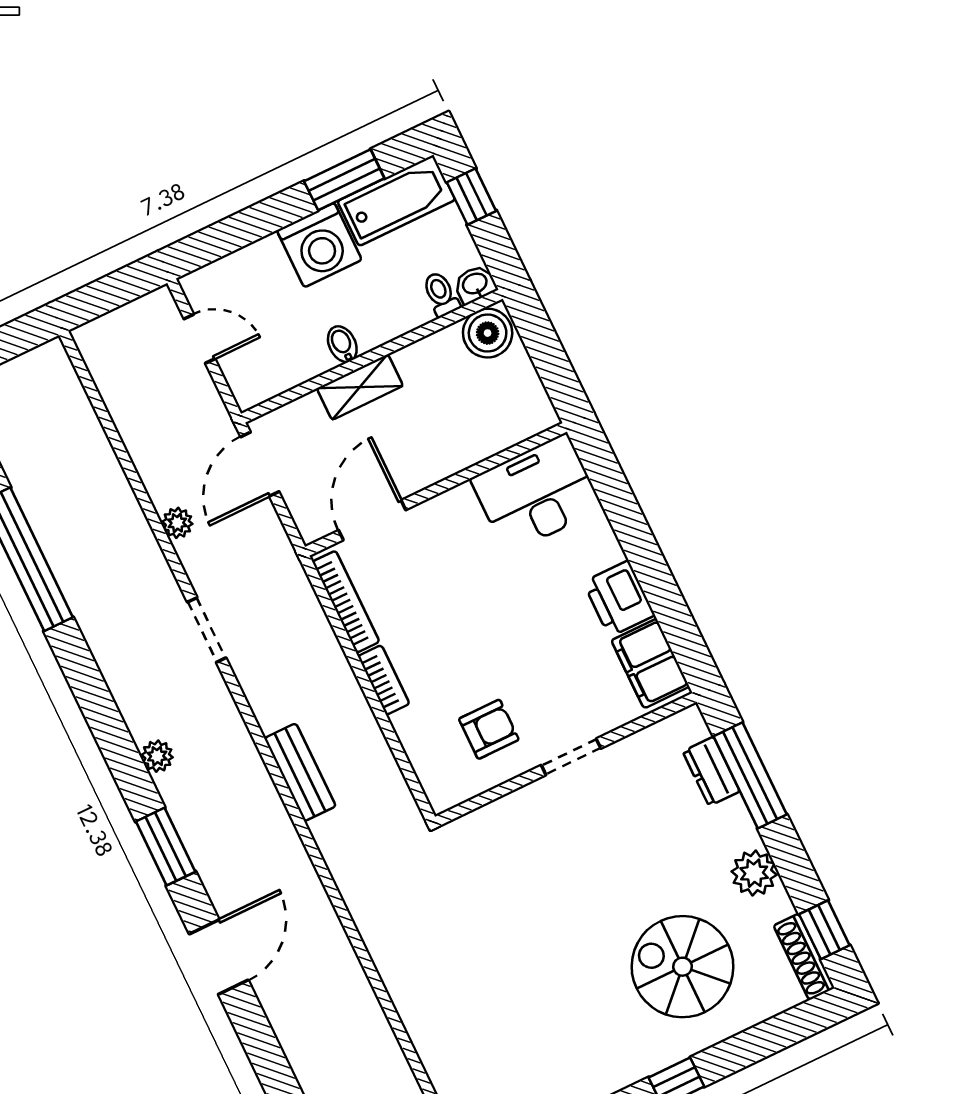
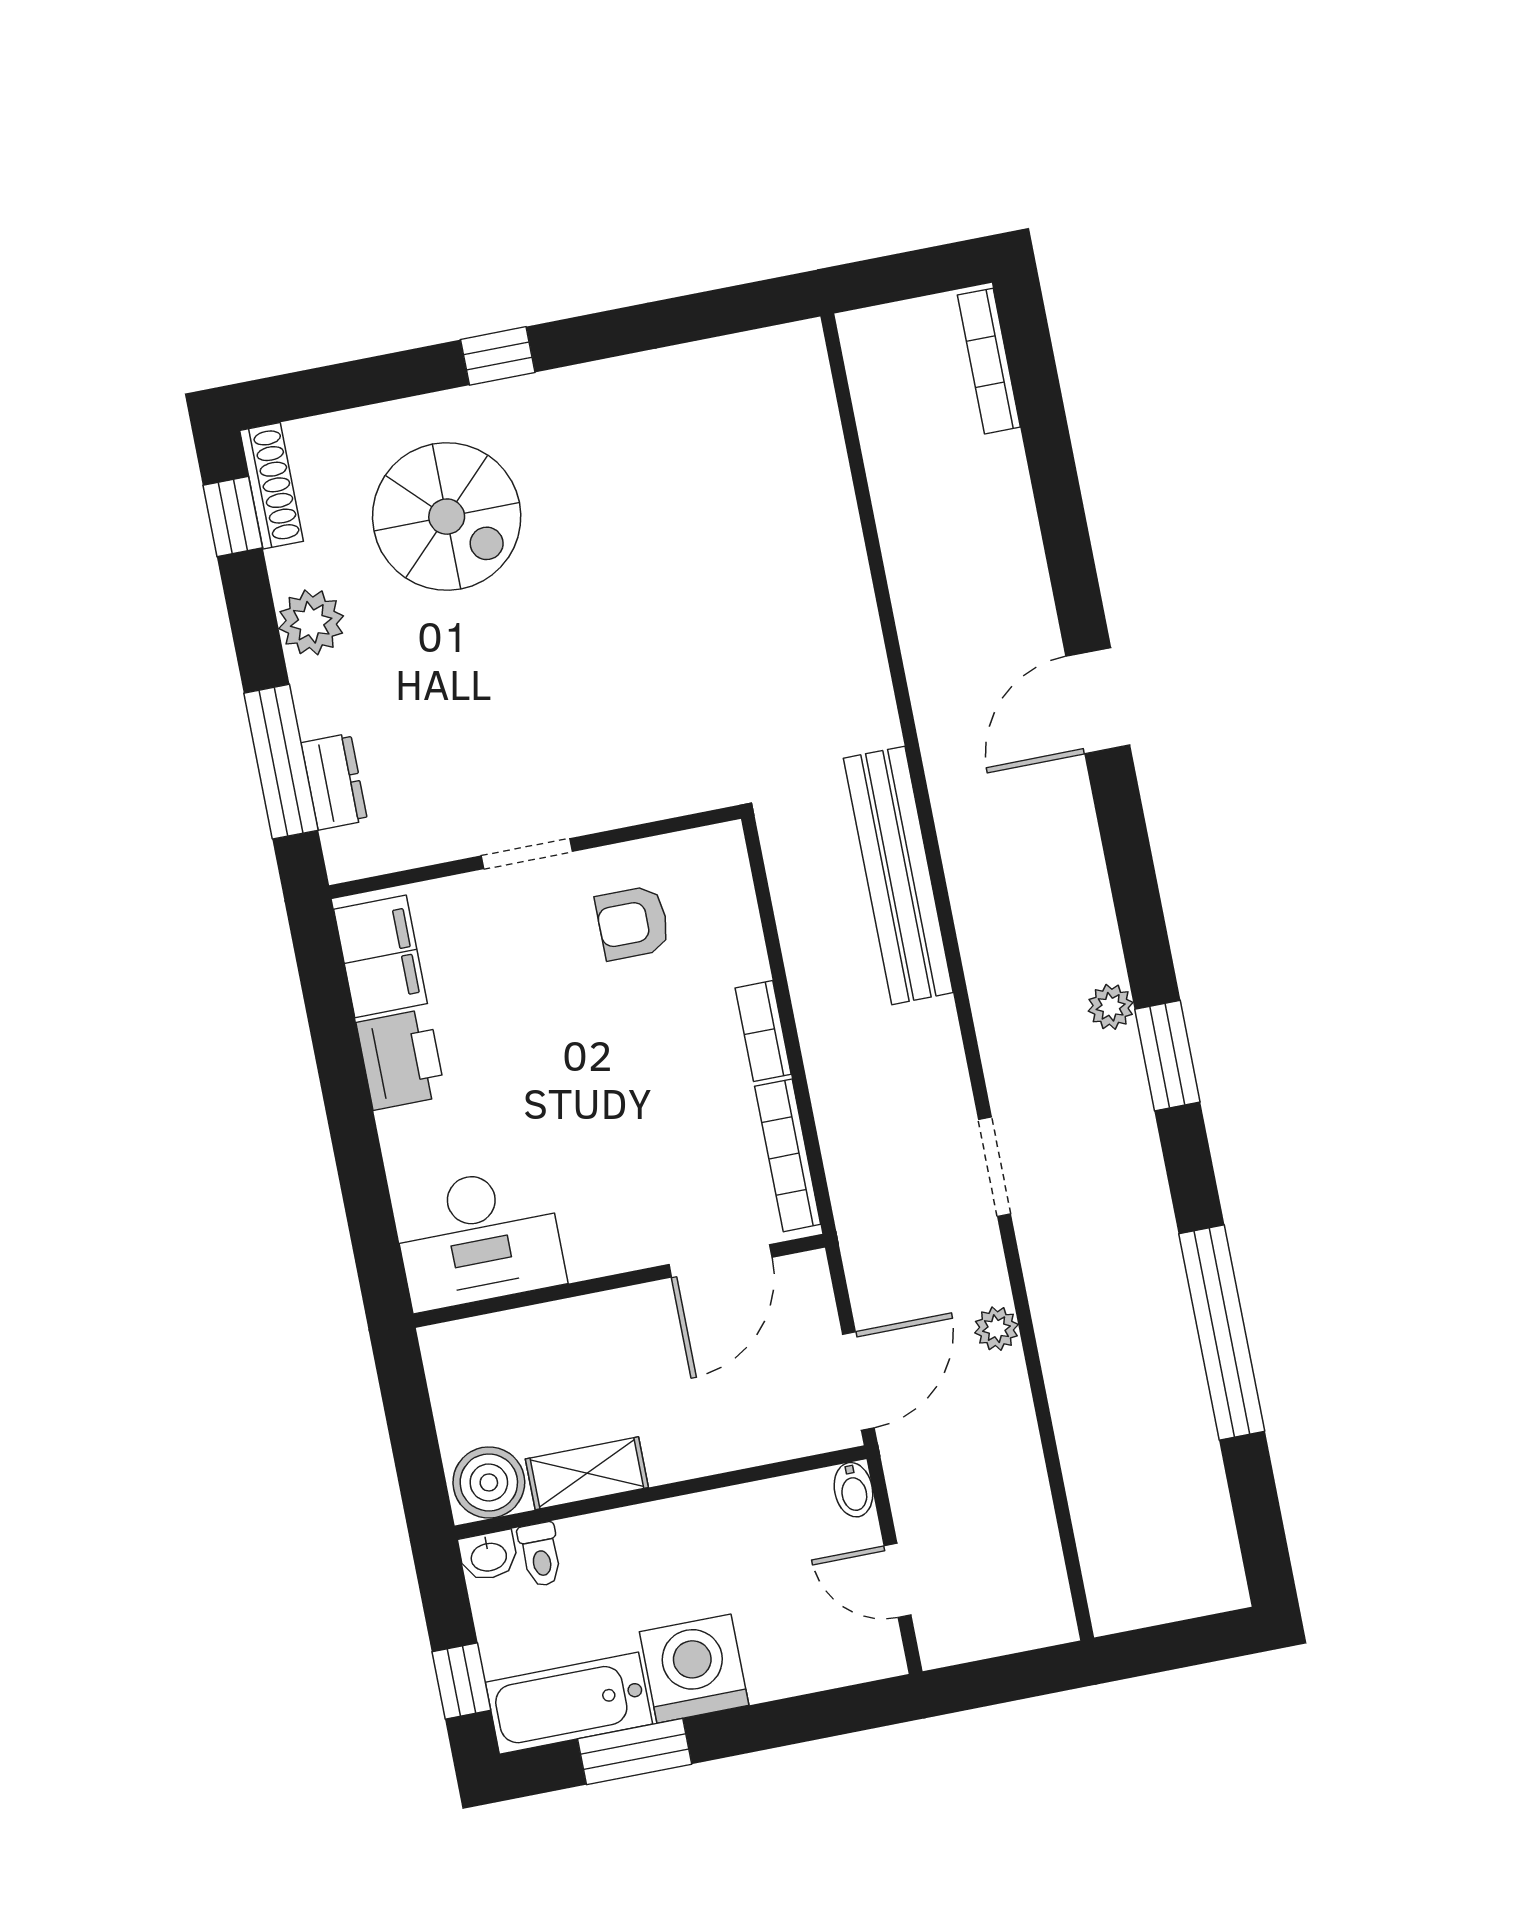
bidet: (342, 344) -> (853, 1490), moved
shelving: (360, 387) -> (587, 1473), moved
bench: (300, 772) -> (898, 875), width x1.86, depth x1.21
window: (166, 847) -> (1167, 1056), moved

